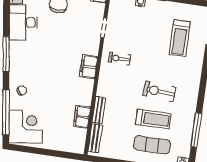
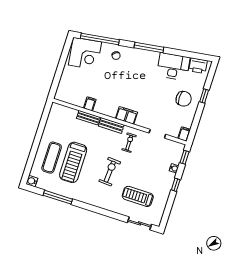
exercise bike: (159, 91) -> (110, 172), moved
filing cabinet: (82, 117) -> (90, 104), width x0.50
treadmill: (153, 119) -> (73, 162), width x1.37, depth x1.38
bench: (95, 138) -> (111, 125), moved

